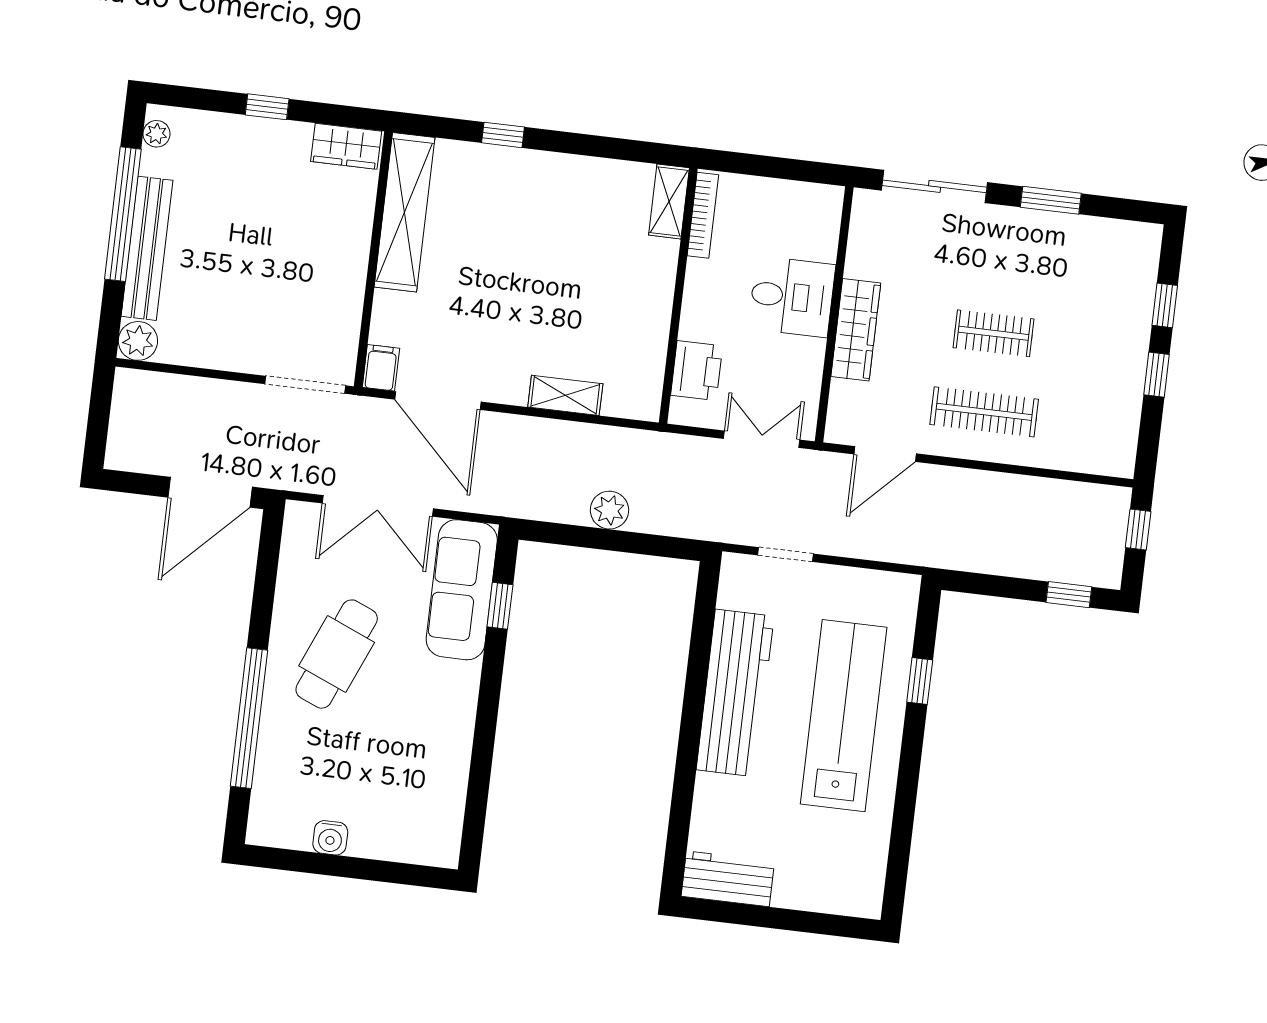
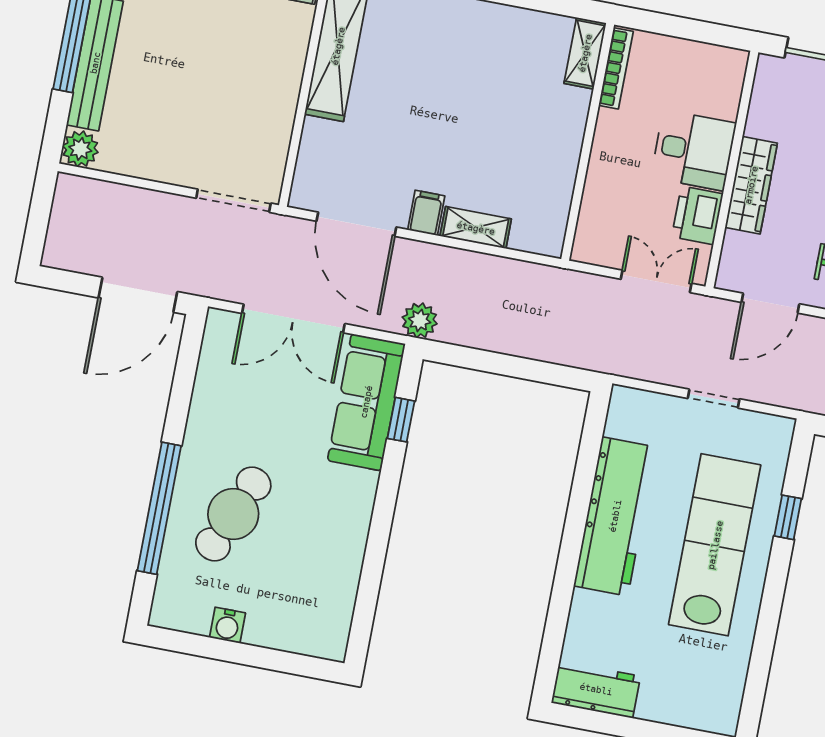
filing cabinet: (381, 368) -> (426, 213), moved
printer: (697, 371) -> (697, 215), moved, turned 180
plant: (609, 510) -> (420, 320), moved
doorway: (785, 554) -> (714, 399), moved
cafe table: (337, 654) -> (233, 514), moved

